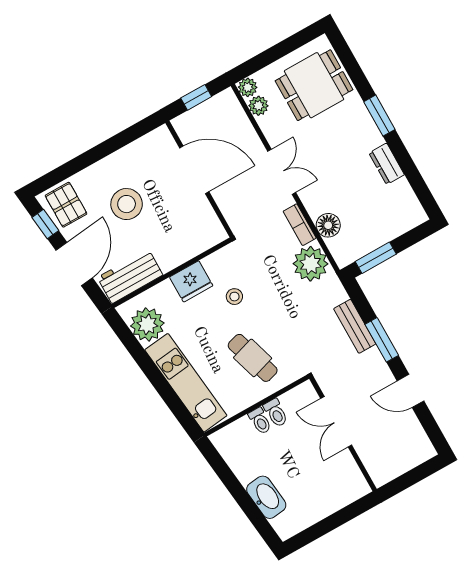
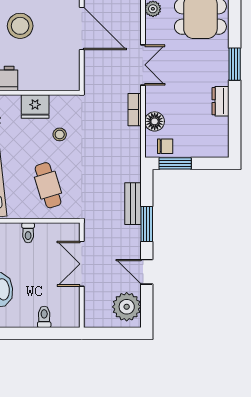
chair: (355, 245) -> (165, 146), added
plant: (311, 264) -> (127, 307), moved
toilet: (276, 413) -> (44, 317), moved, turned 180

